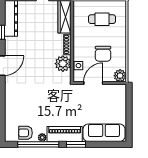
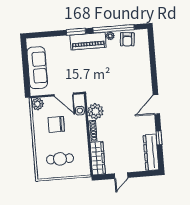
chair: (103, 54) -> (56, 124), turned -90
door: (93, 83) -> (64, 94), hinge flipped
armchair: (25, 133) -> (127, 39), turned 95
sofa: (104, 133) -> (37, 68), moved, turned -90

